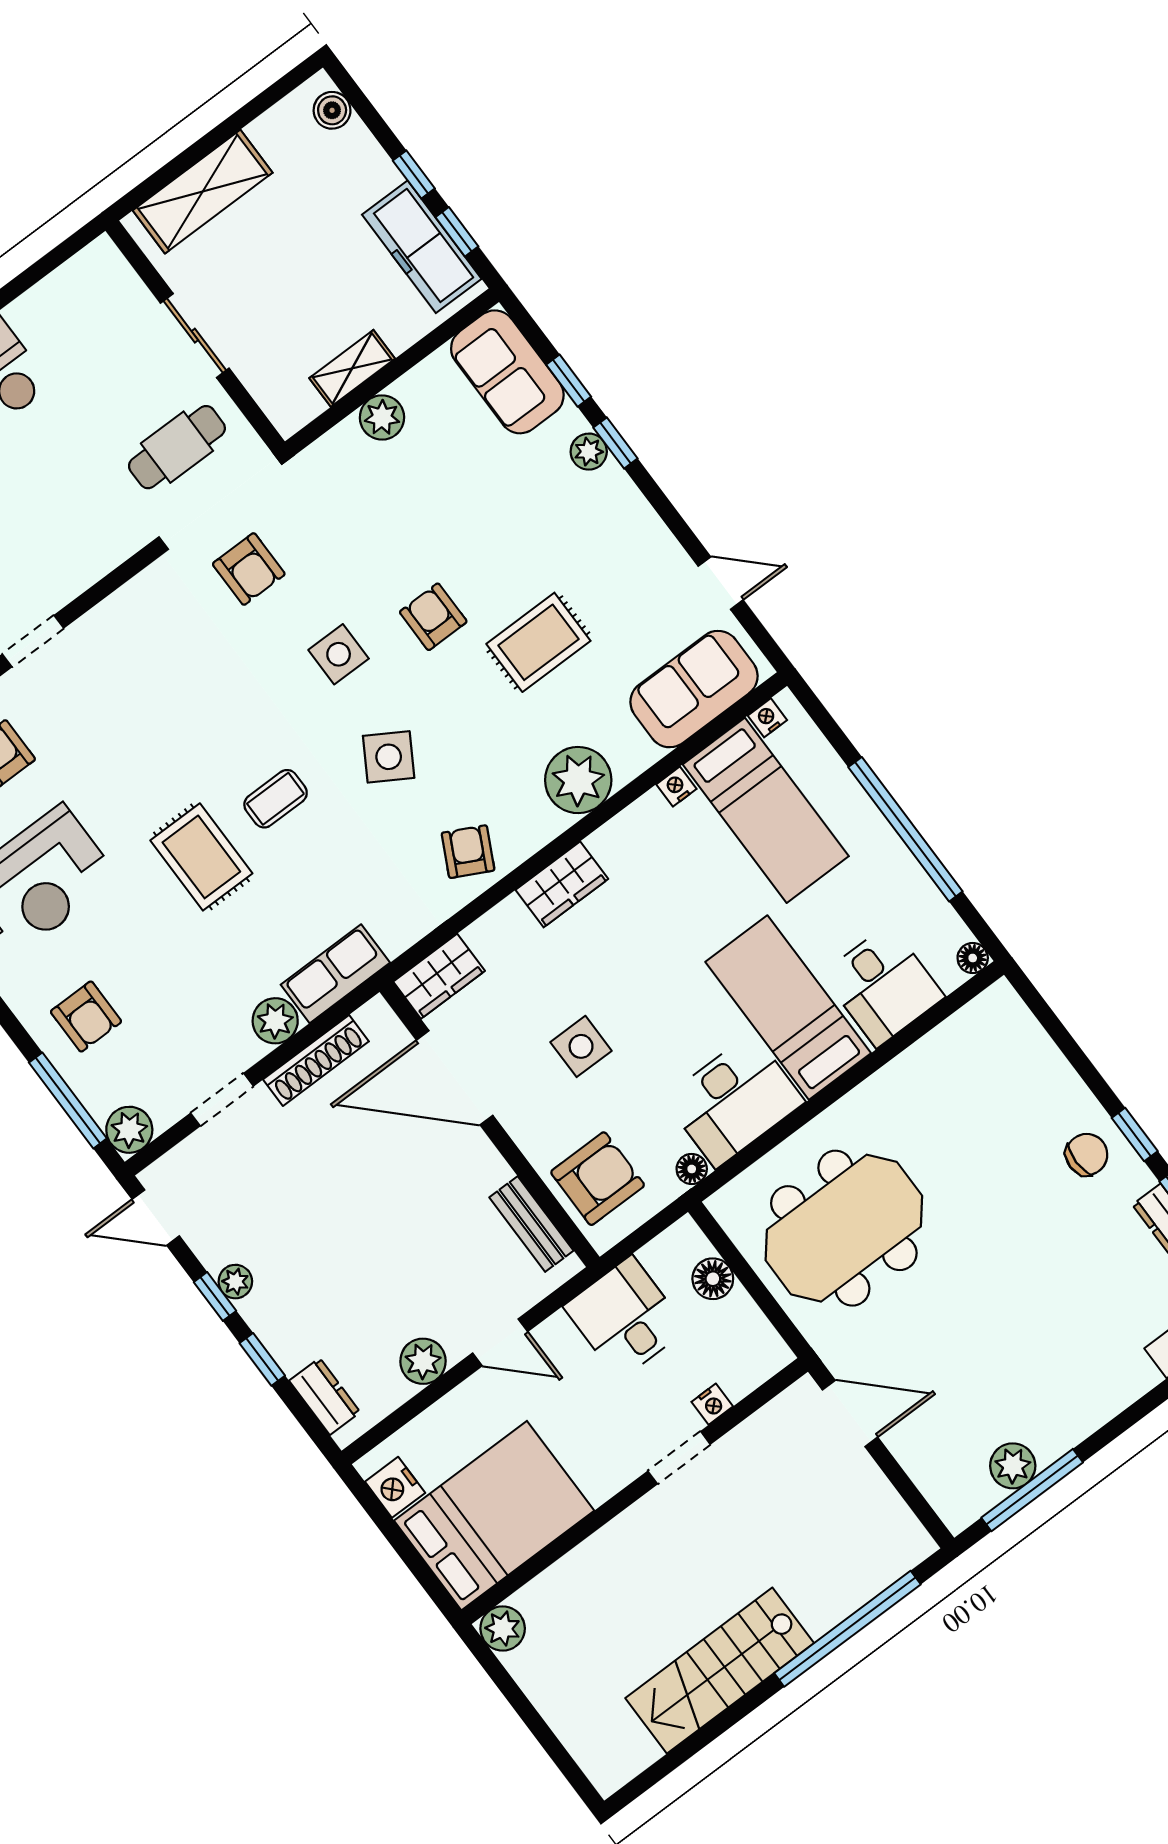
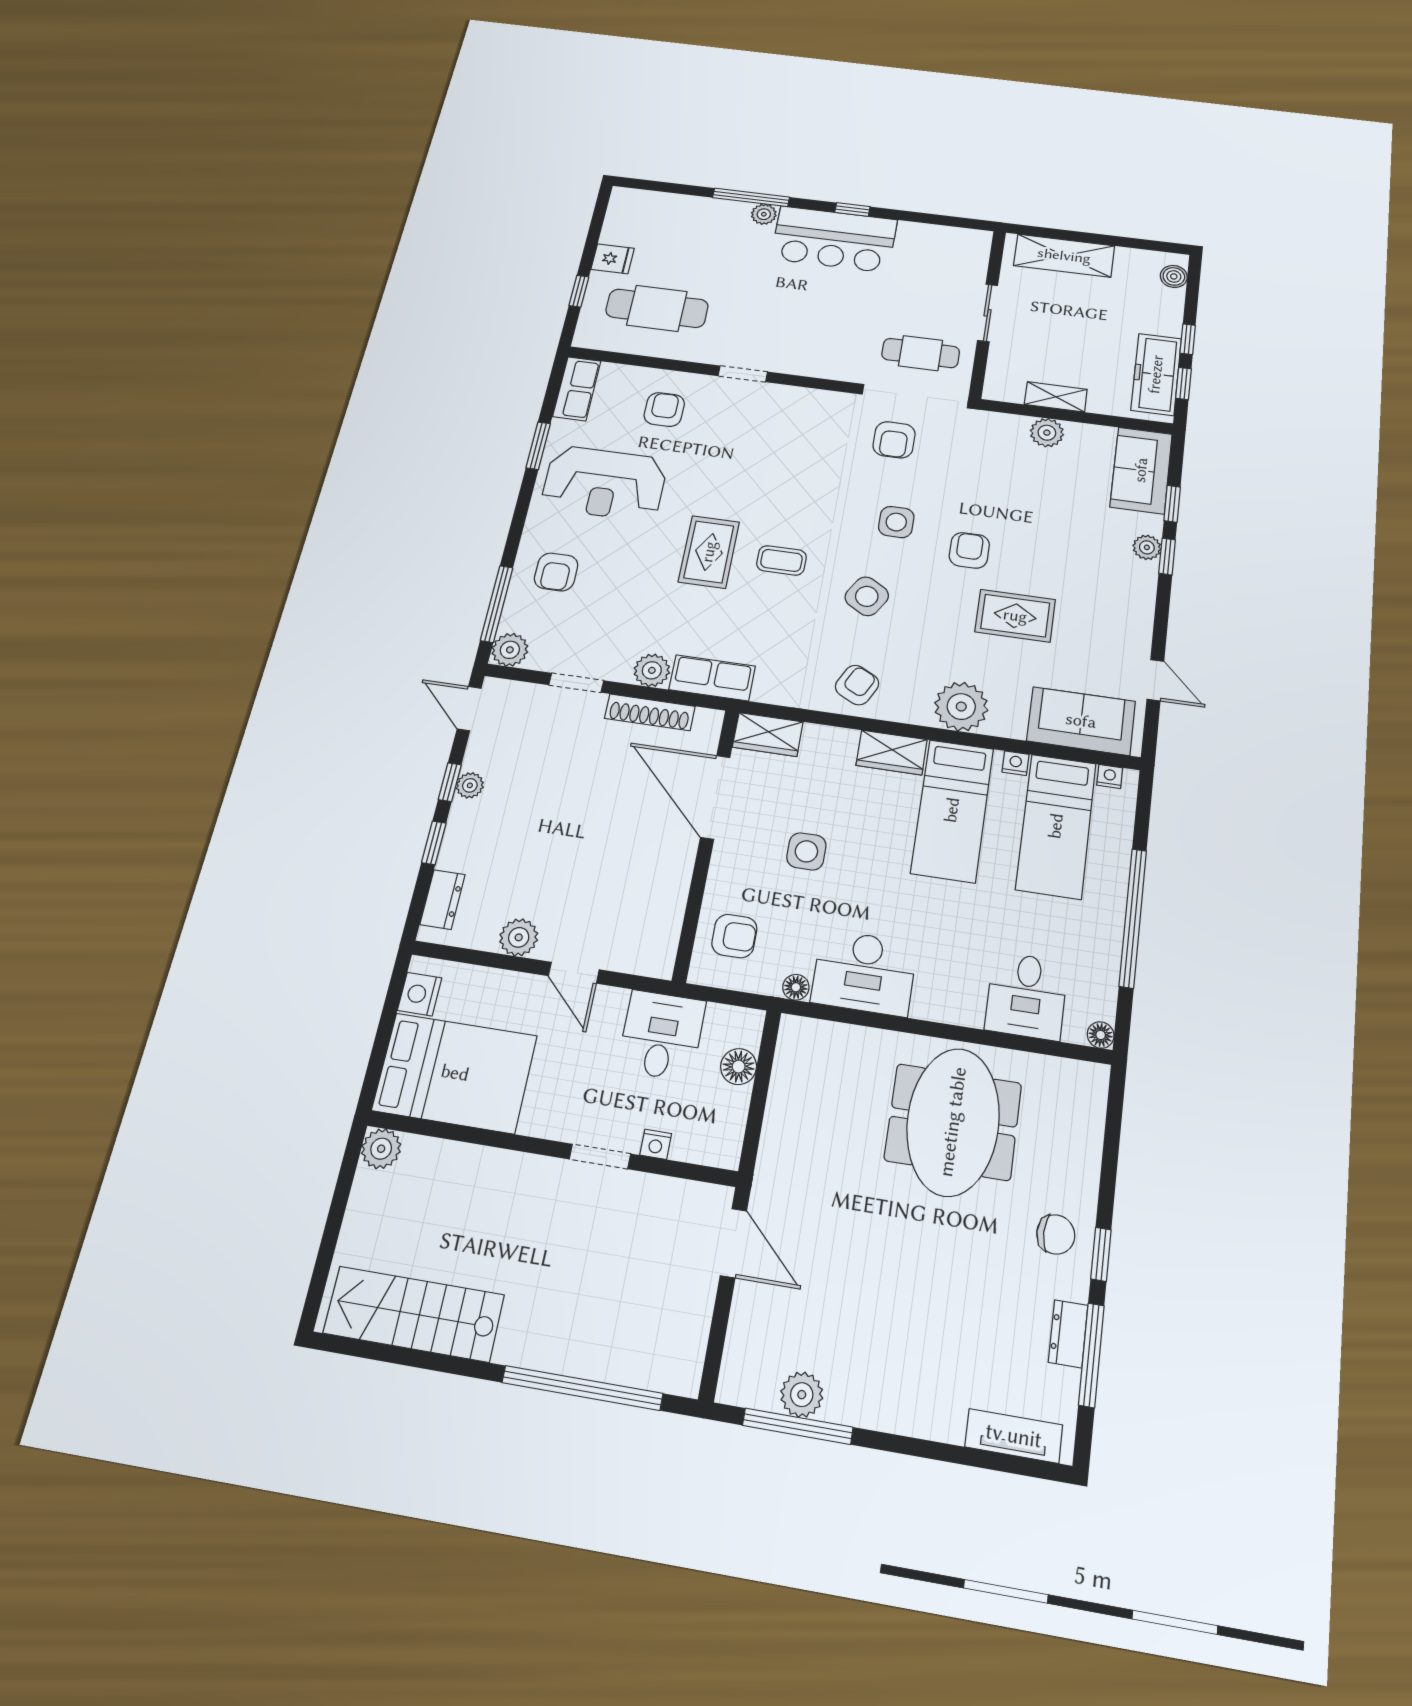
bed: (788, 1008) -> (952, 810), moved, turned 180
armchair: (598, 1179) -> (734, 936), width x0.72, depth x0.72
bench: (531, 1224) -> (668, 923), removed
meeting table: (844, 1228) -> (953, 1122), moved, turned 90
stairs: (720, 1671) -> (414, 1314), moved

